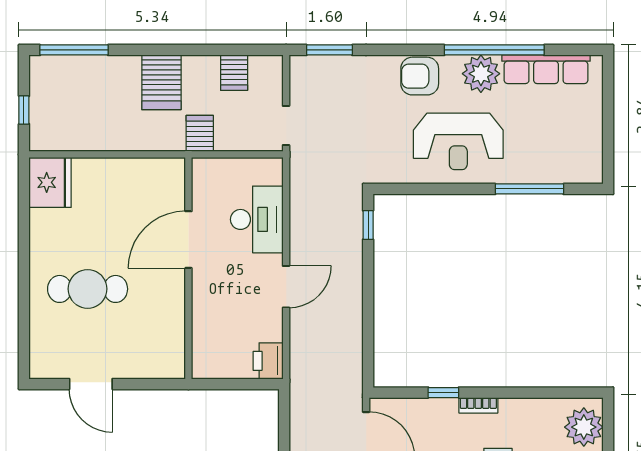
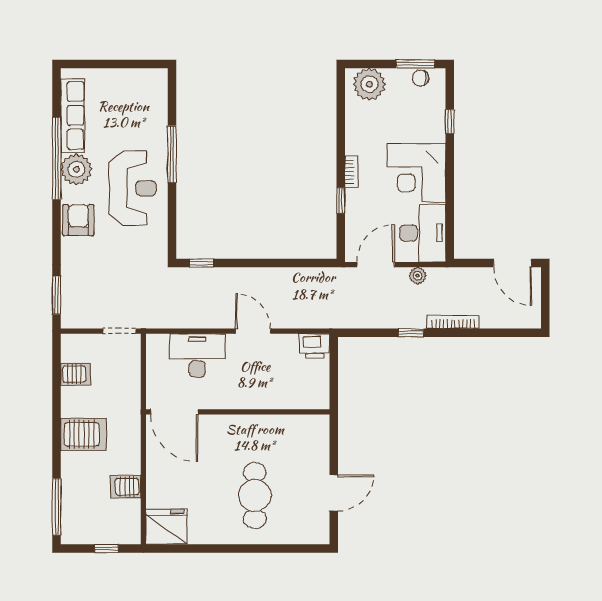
armchair: (420, 76) -> (78, 220), turned 180
server rack: (200, 133) -> (126, 487), moved
window: (529, 189) -> (172, 154), moved
door: (188, 240) -> (174, 412), moved

